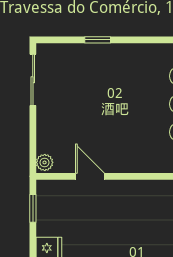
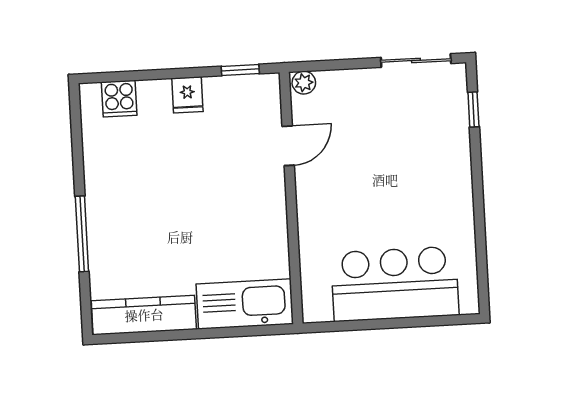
window: (98, 40) -> (473, 109), moved

